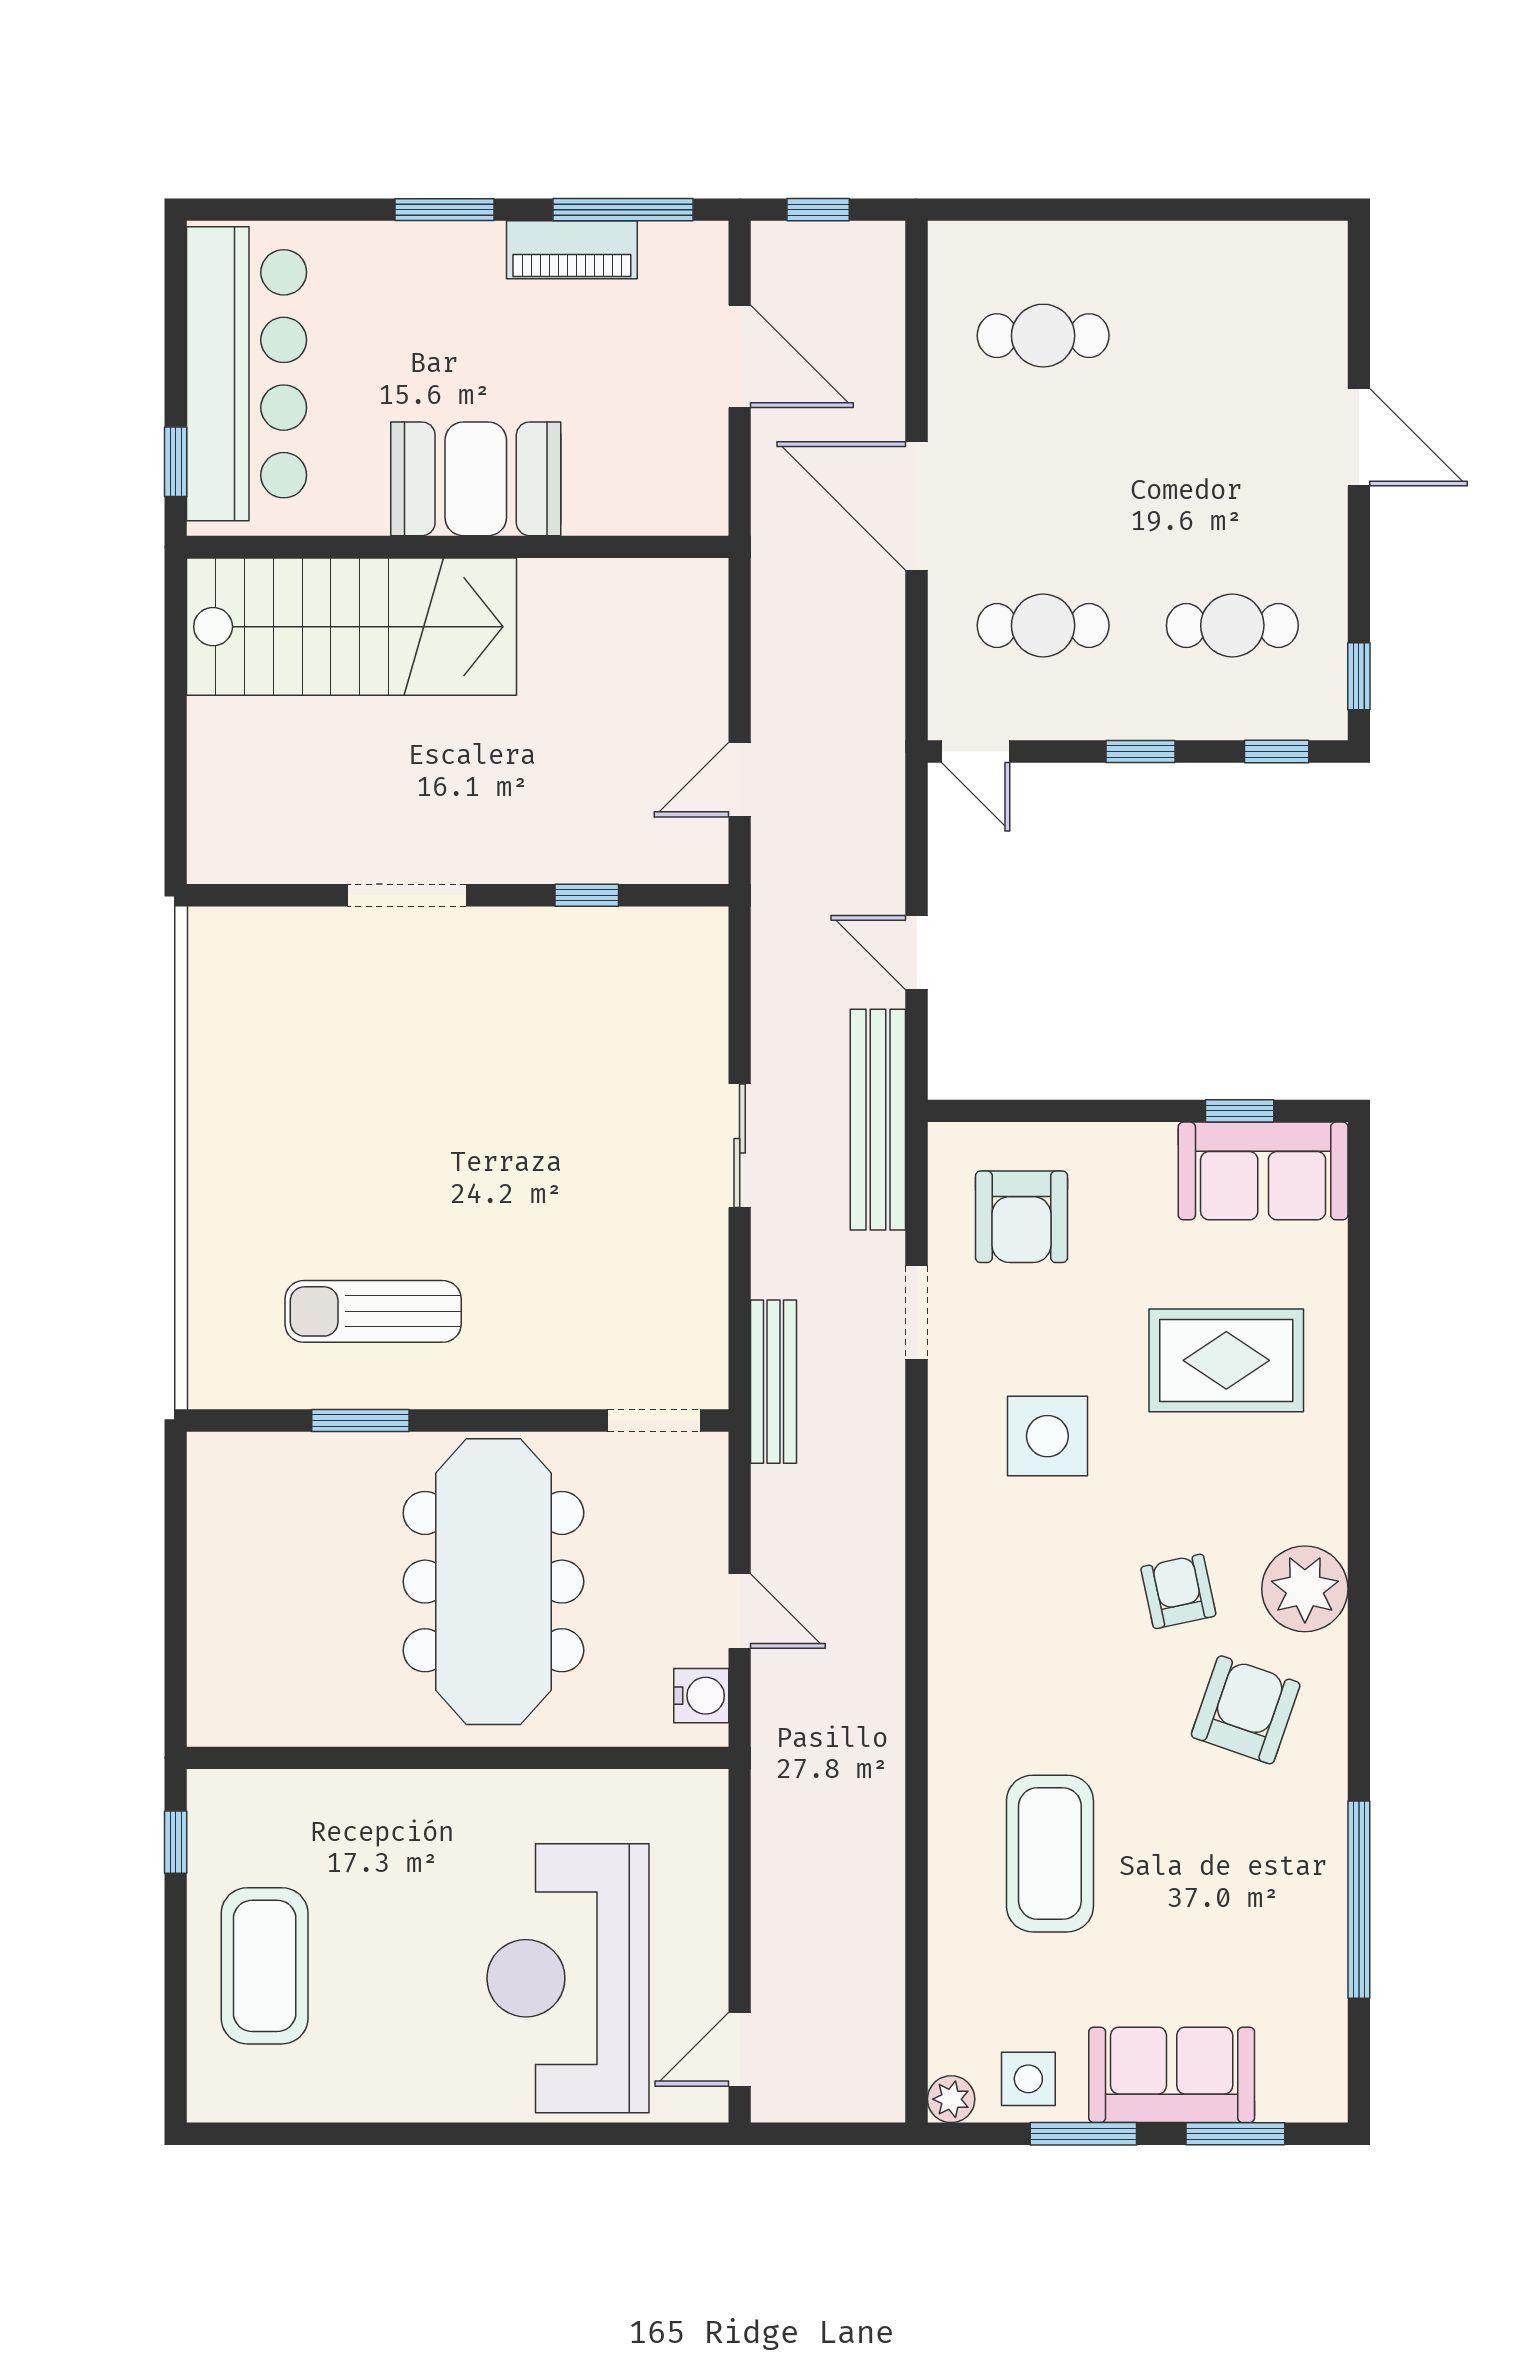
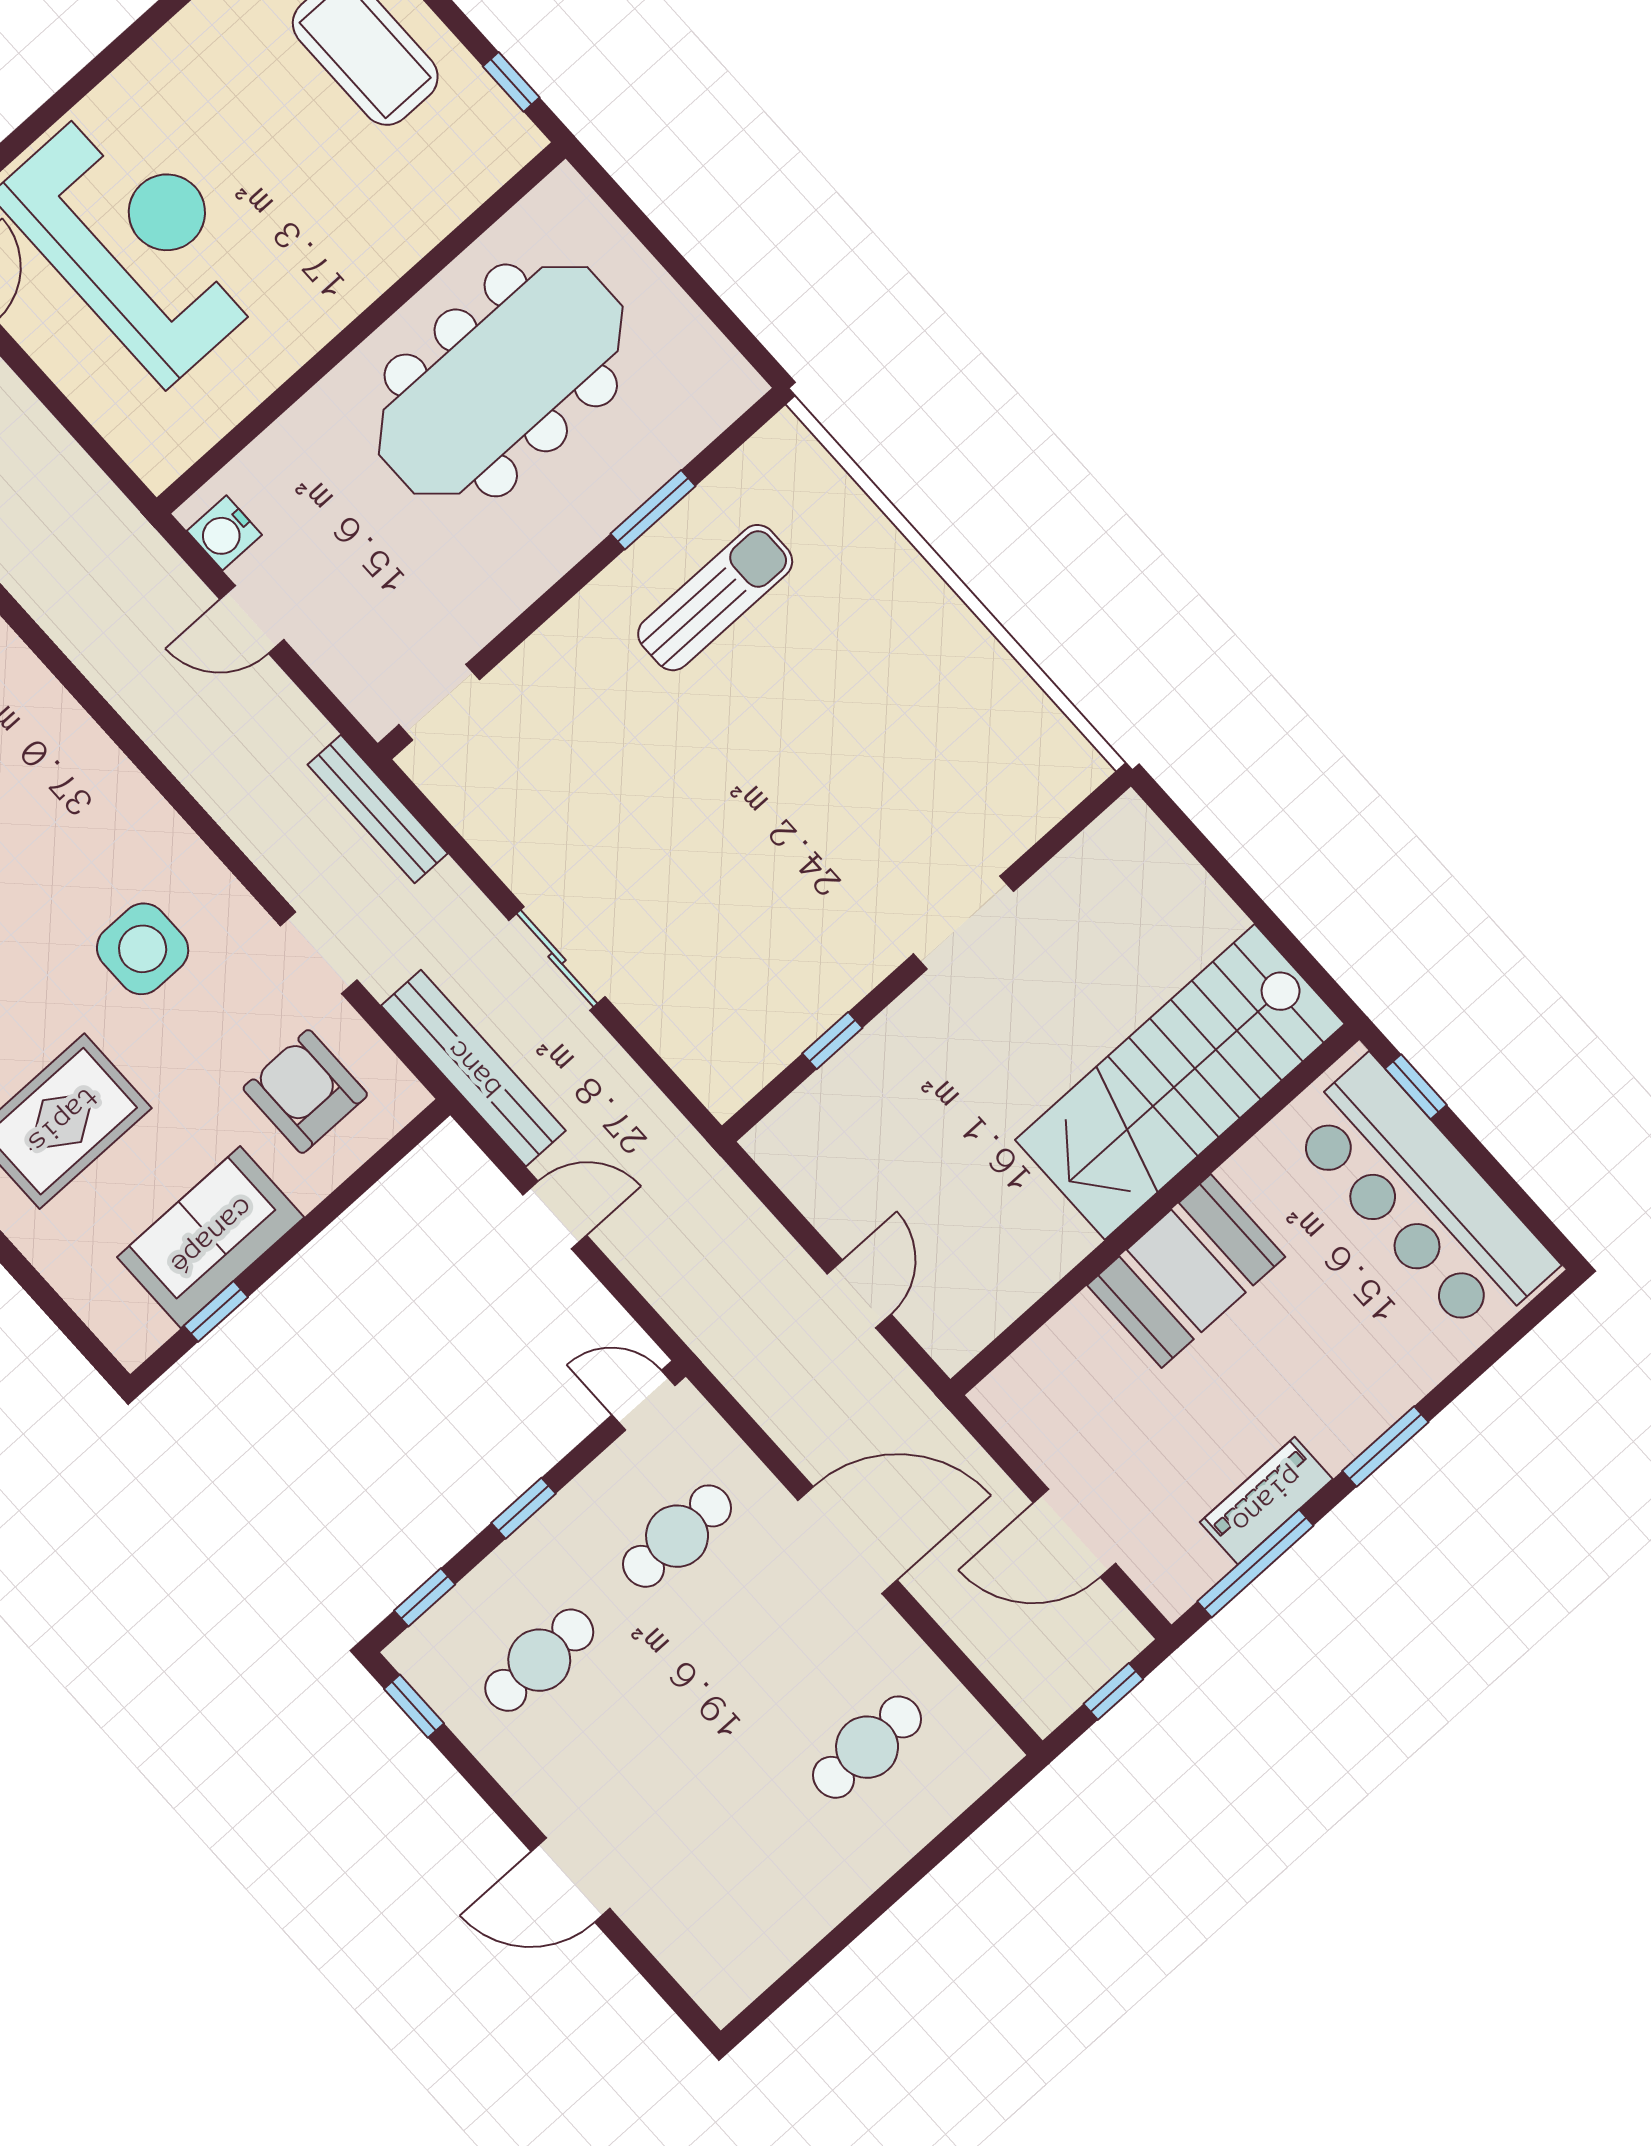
door: (740, 780) -> (859, 1294), moved
sofa: (1263, 1171) -> (211, 1237), moved
meeting table: (493, 1582) -> (501, 380), moved, turned 90

